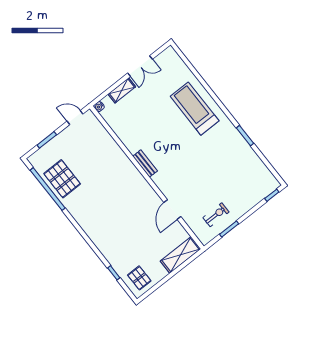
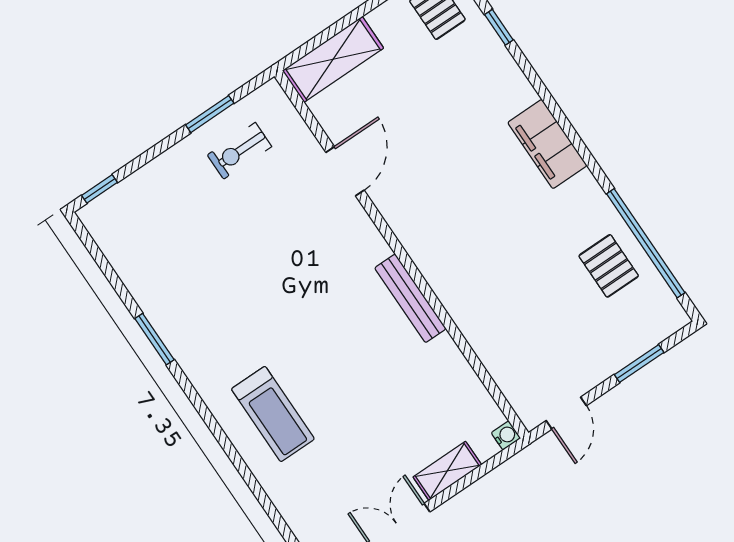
treadmill: (195, 109) -> (273, 414), width x0.73, depth x0.73
door: (75, 117) -> (566, 413), hinge flipped
bench: (145, 164) -> (410, 298), width x1.36
pallet: (62, 179) -> (609, 266), width x0.67, depth x0.71
filing cabinet: (91, 227) -> (547, 144), added

